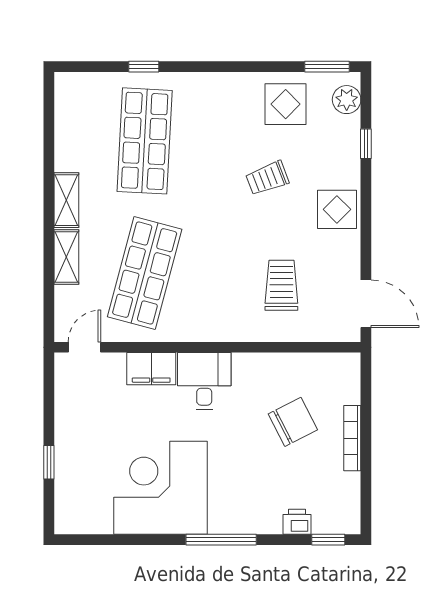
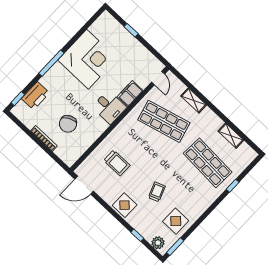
shelving: (66, 200) -> (231, 136), moved
shop shelf: (145, 273) -> (164, 121), turned -30
printer: (297, 522) -> (35, 96), width x1.87, depth x1.48

